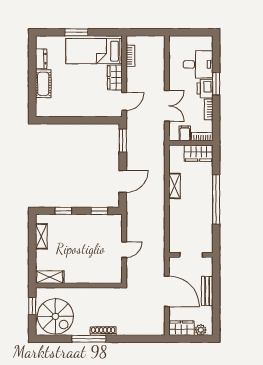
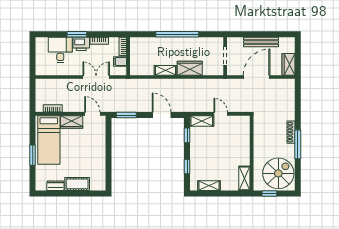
wardrobe: (199, 153) -> (190, 68), moved, turned -90
shelving: (116, 228) -> (202, 121), added
bench: (207, 291) -> (261, 42), width x1.36
plant: (201, 330) -> (290, 48), removed

